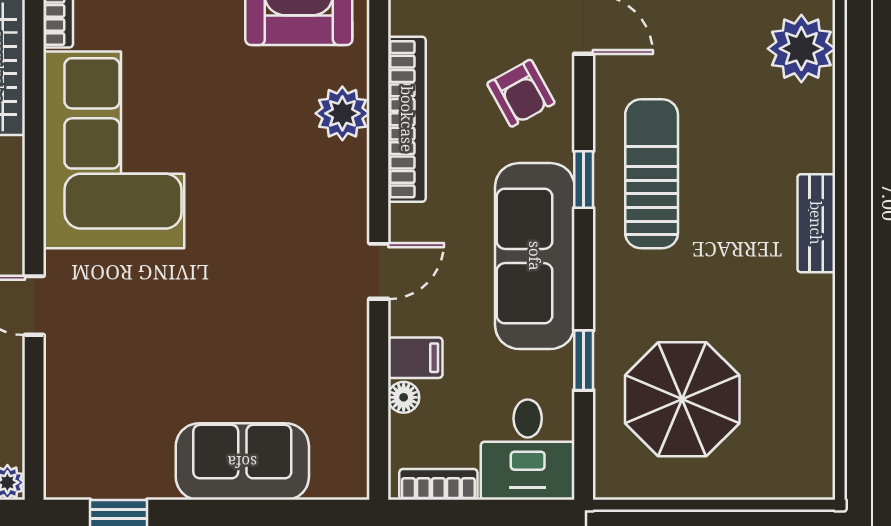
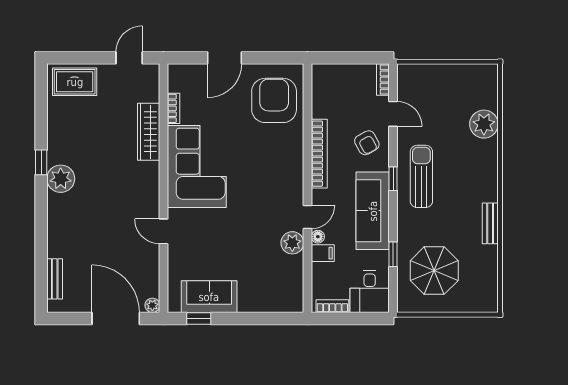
plant: (342, 113) -> (292, 243), moved
bench: (816, 223) -> (490, 223), moved
floor lamp: (404, 397) -> (318, 237), moved
sofa: (242, 462) -> (209, 297), moved

